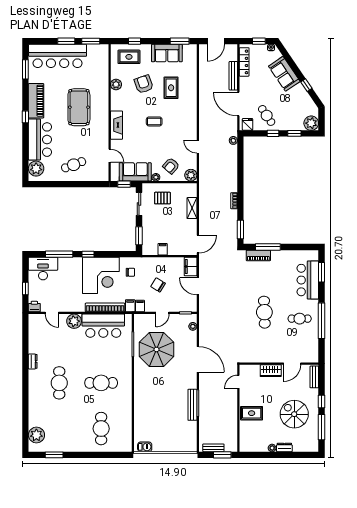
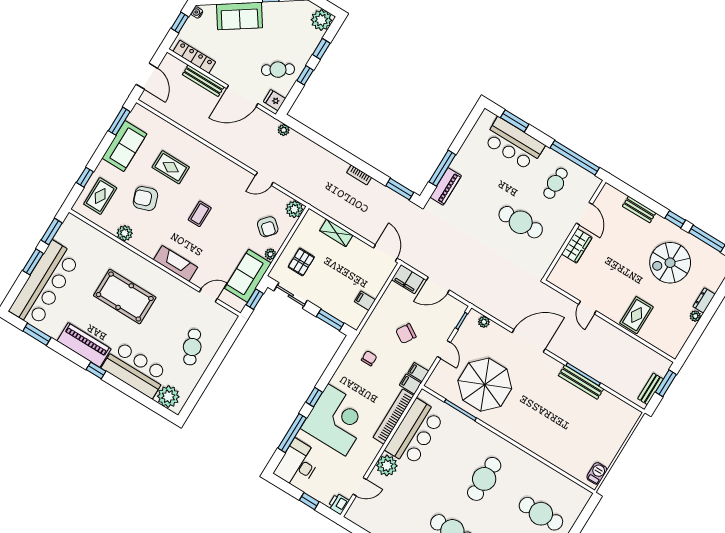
corner desk: (101, 275) -> (337, 420), moved
wall: (279, 364) -> (574, 230), moved
door: (292, 364) -> (584, 214), moved
wardrobe: (271, 371) -> (577, 246), moved

